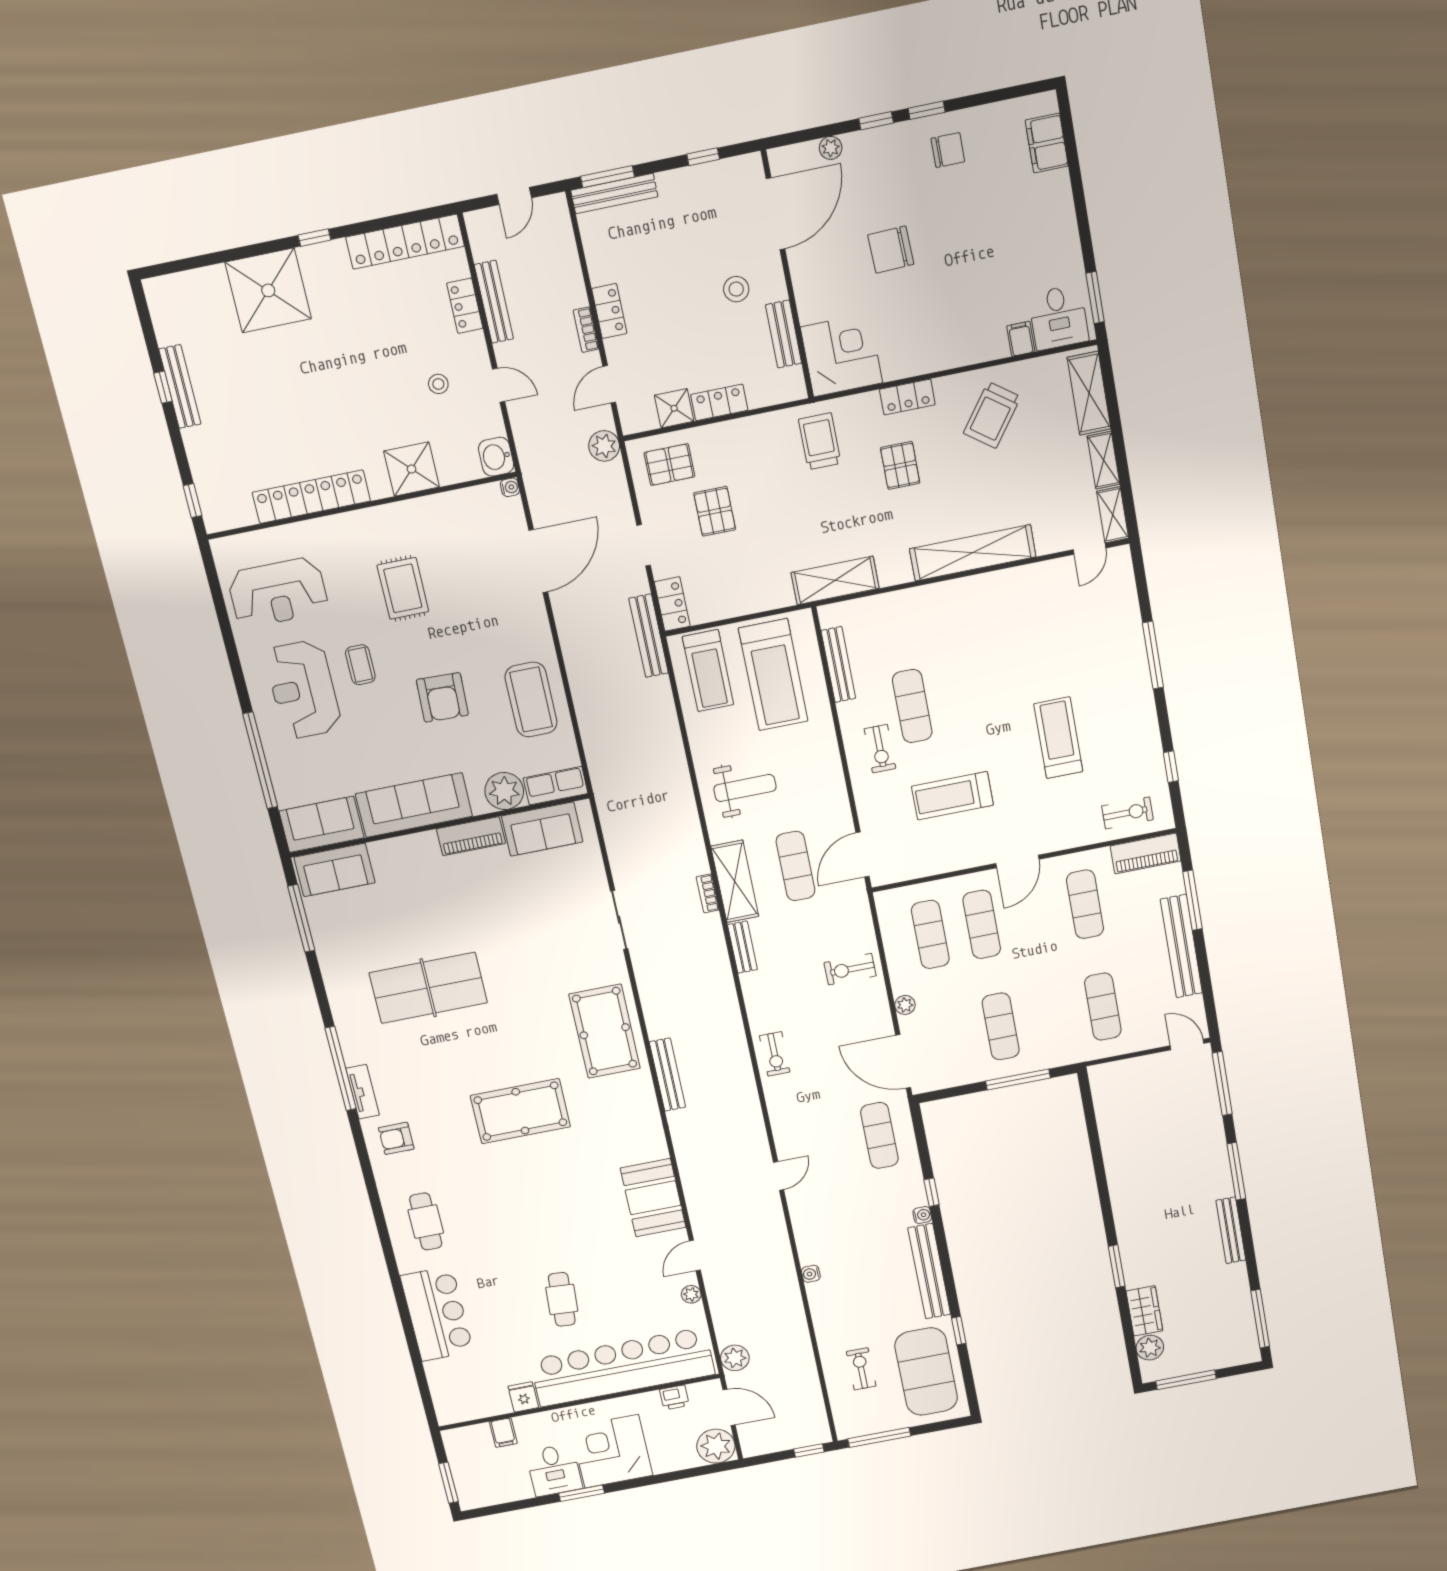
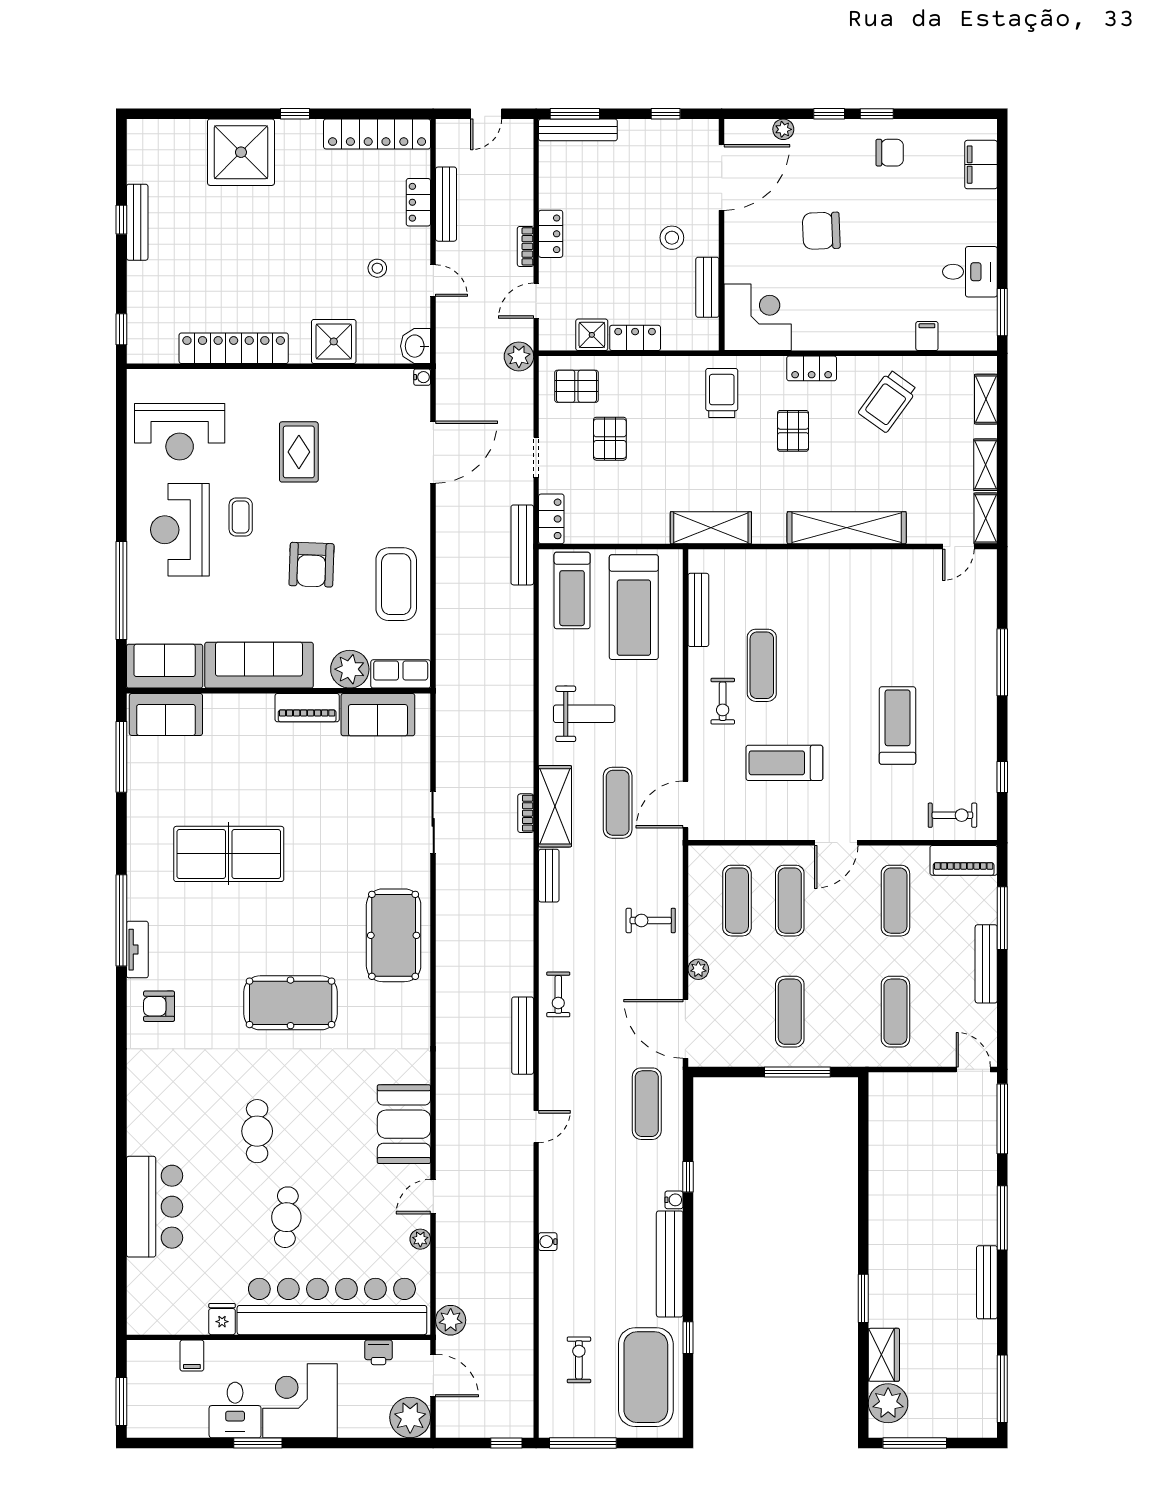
desk: (1058, 317) -> (970, 272), moved, turned -90
shelving: (1089, 393) -> (986, 399), width x0.67, depth x0.75
bench: (1181, 946) -> (986, 964), width x0.73, depth x0.82
bench: (667, 1075) -> (523, 1036), moved
cafe table: (426, 1221) -> (257, 1131), moved
plant: (1150, 1348) -> (888, 1403), width x1.36, depth x1.36

